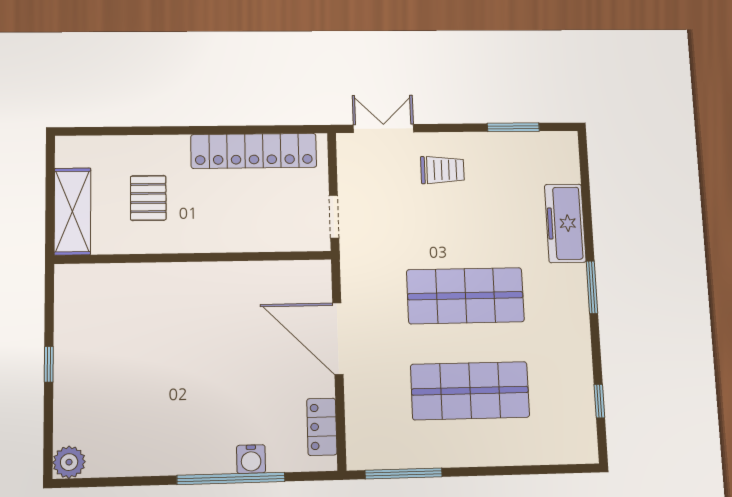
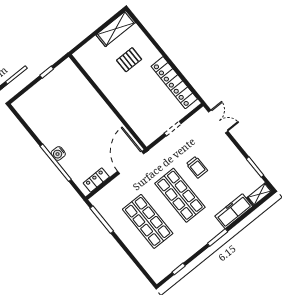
shelving: (568, 156) -> (259, 194), added
trolley: (442, 170) -> (197, 167), moved
shelving: (72, 211) -> (116, 29), moved
wall: (194, 257) -> (108, 102), moved
water cooler: (251, 459) -> (58, 153), moved
plant: (69, 462) -> (20, 105), removed

